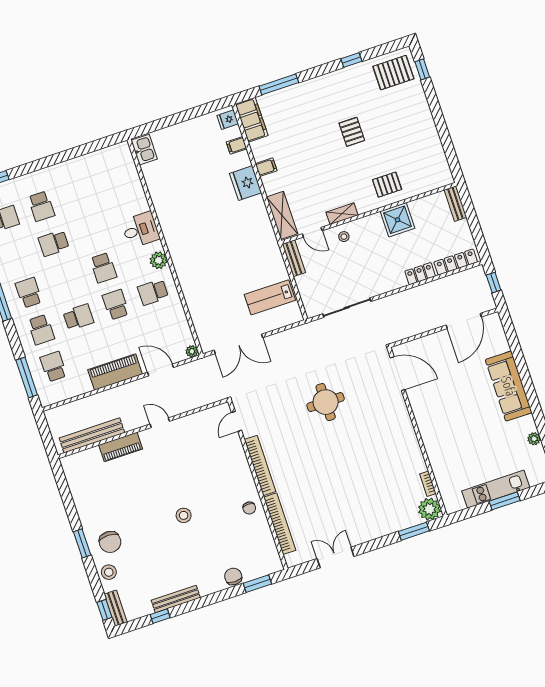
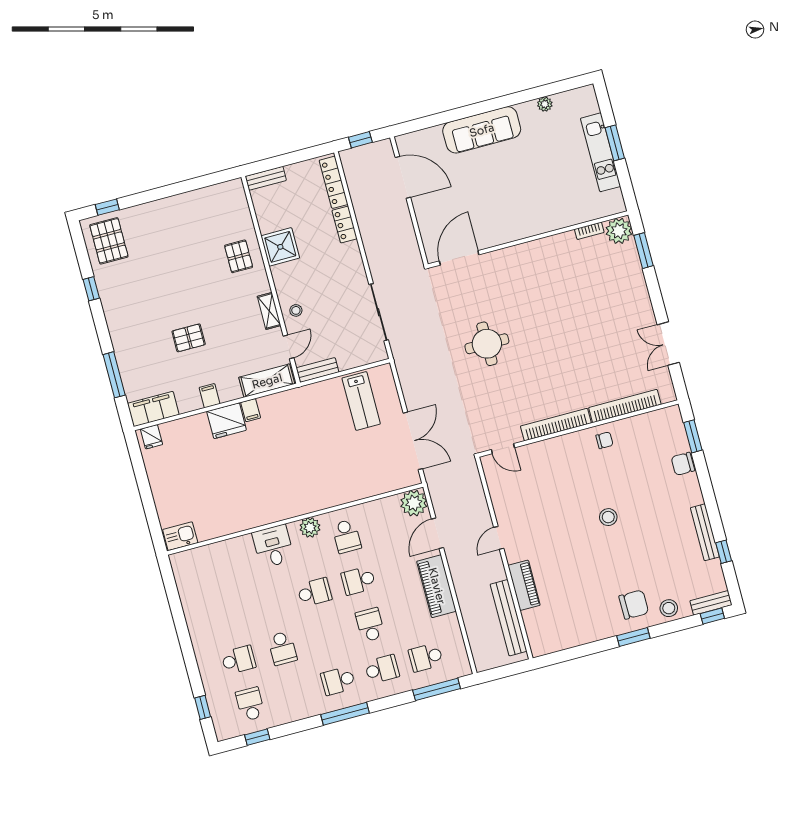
pallet: (352, 132) -> (189, 338), moved
filing cabinet: (237, 145) -> (251, 410), moved
plant: (192, 351) -> (414, 503), width x1.87, depth x1.87

